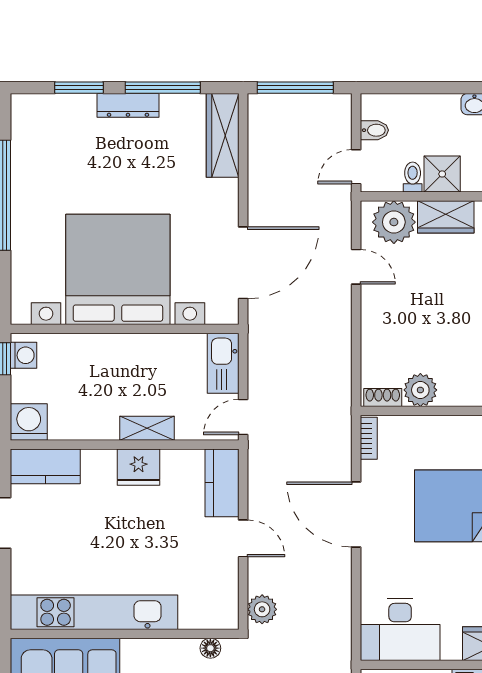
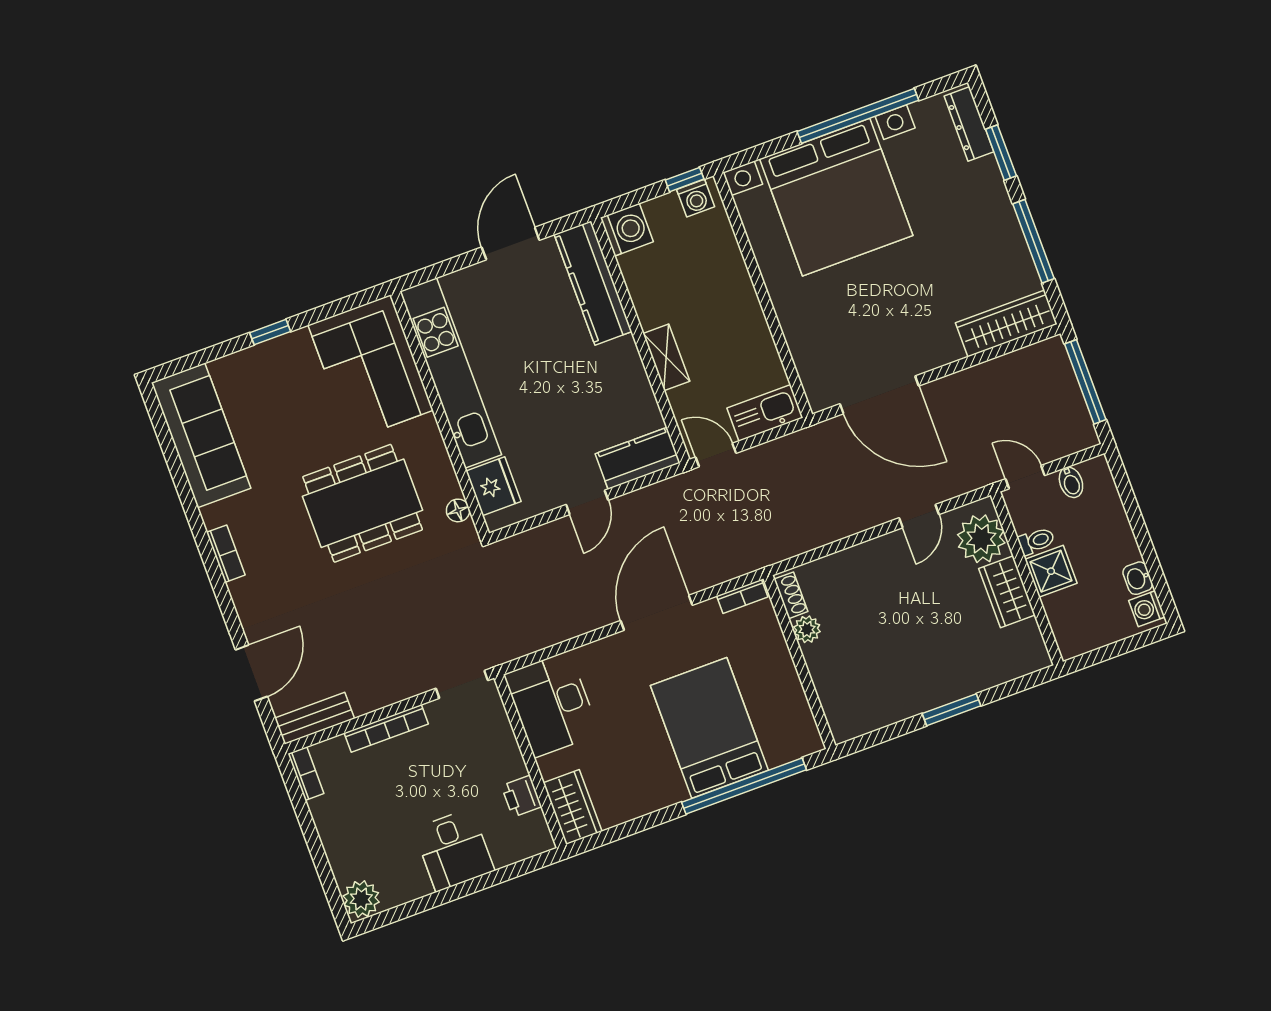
dresser: (128, 105) -> (969, 124), moved
bed with nightstands: (118, 269) -> (836, 197), moved, turned 90
plant: (420, 390) -> (807, 629), width x0.73, depth x0.73
kitchen counter: (45, 466) -> (593, 283), width x1.50
fridge: (139, 467) -> (493, 486), moved, turned 180
plant: (262, 609) -> (519, 550), removed

